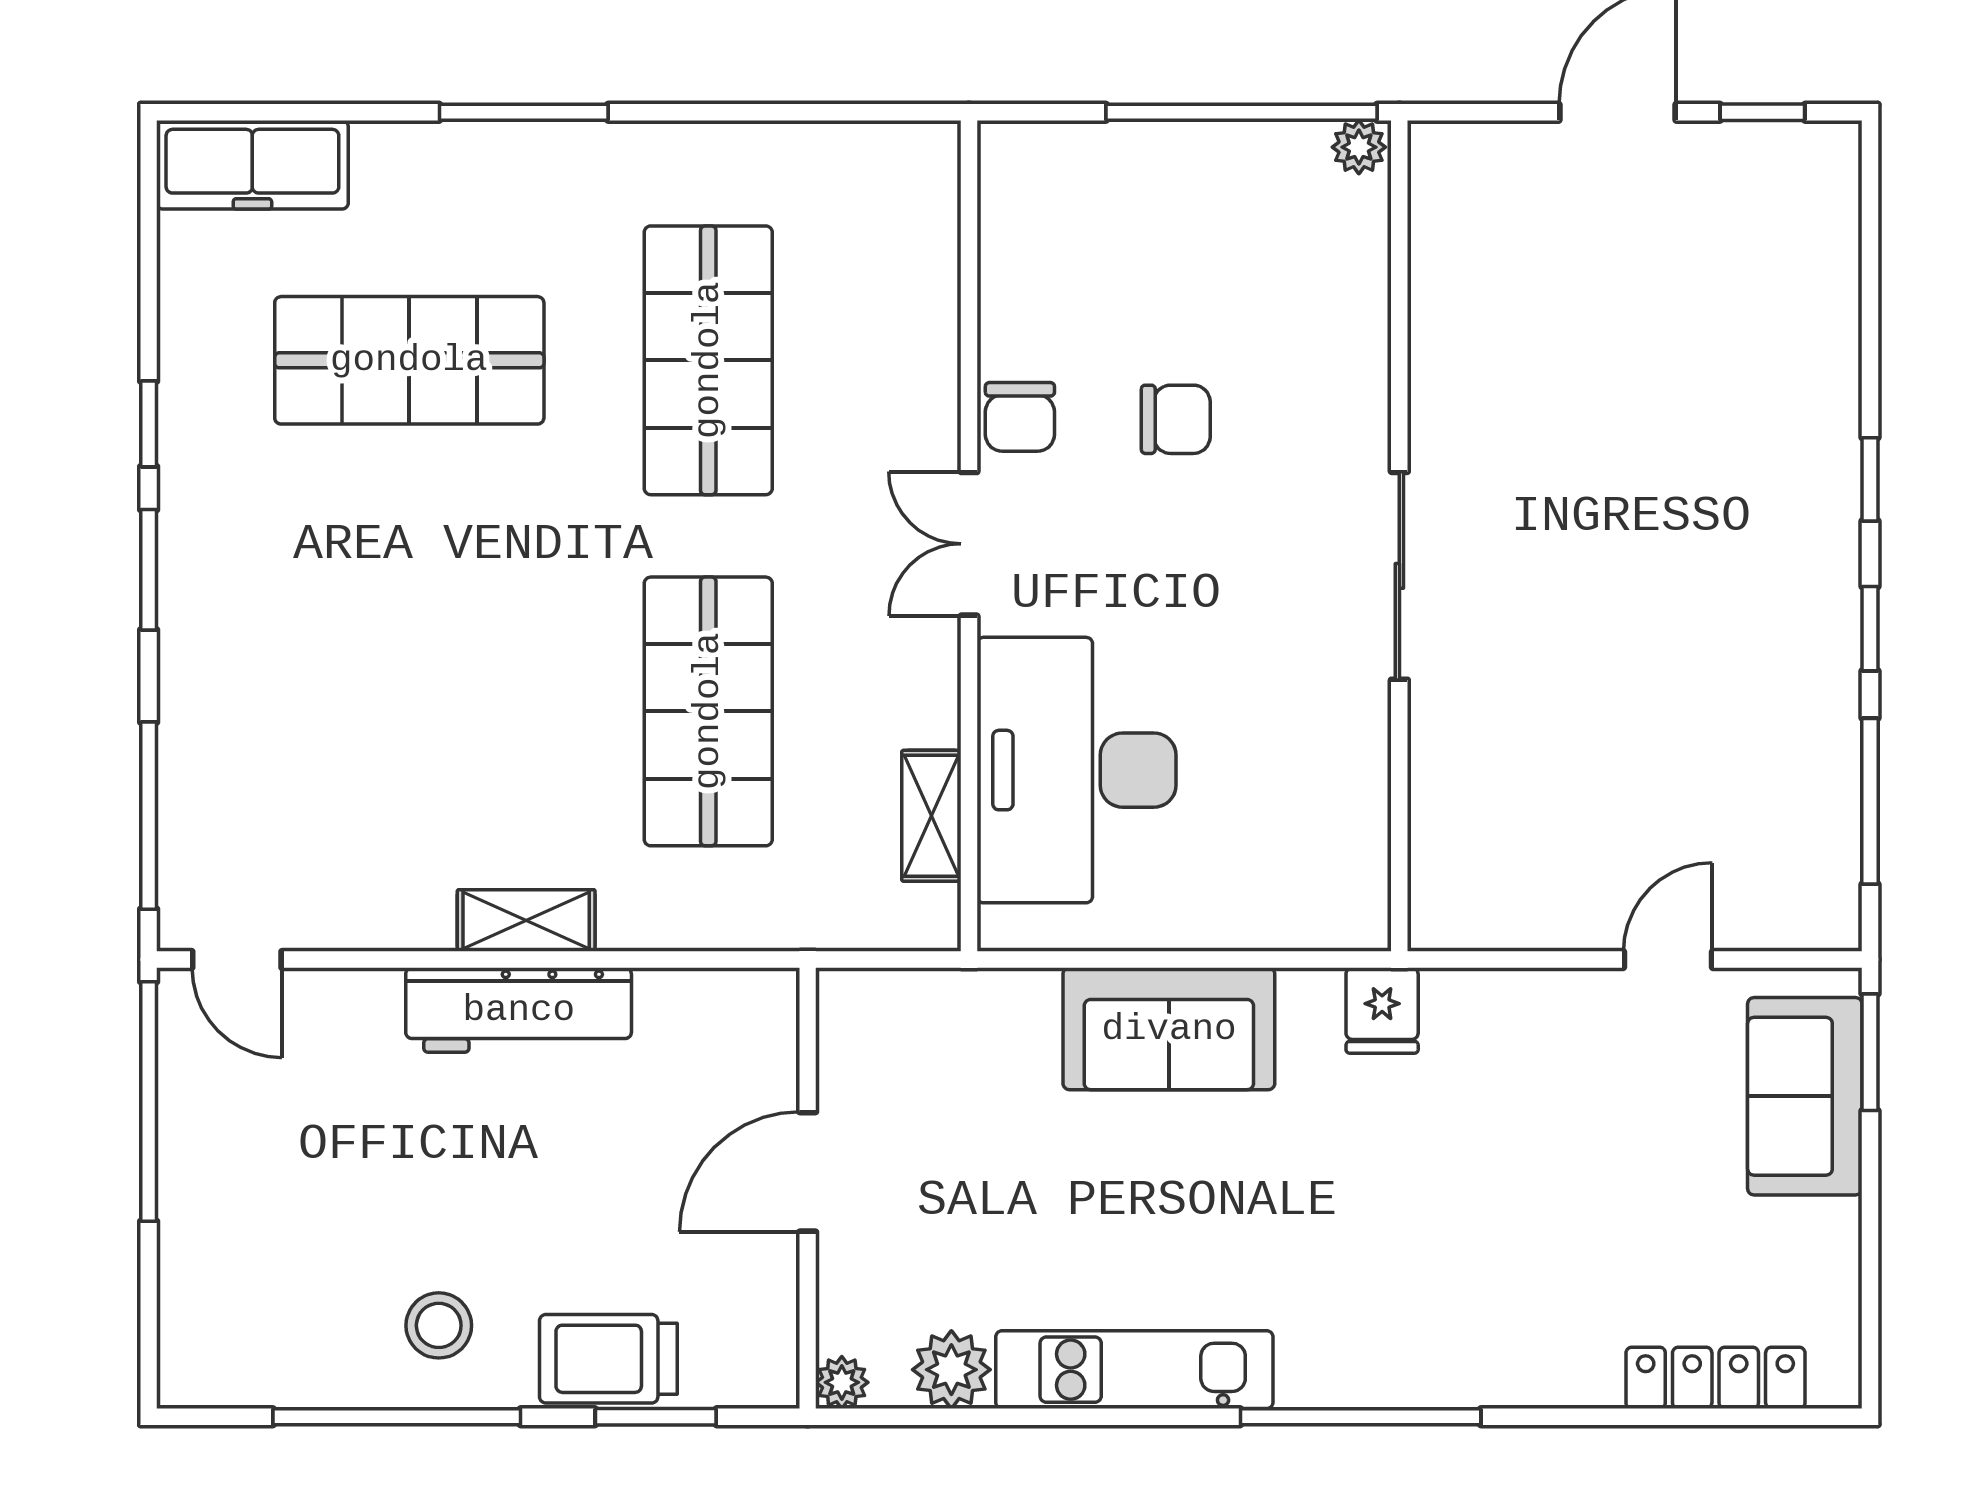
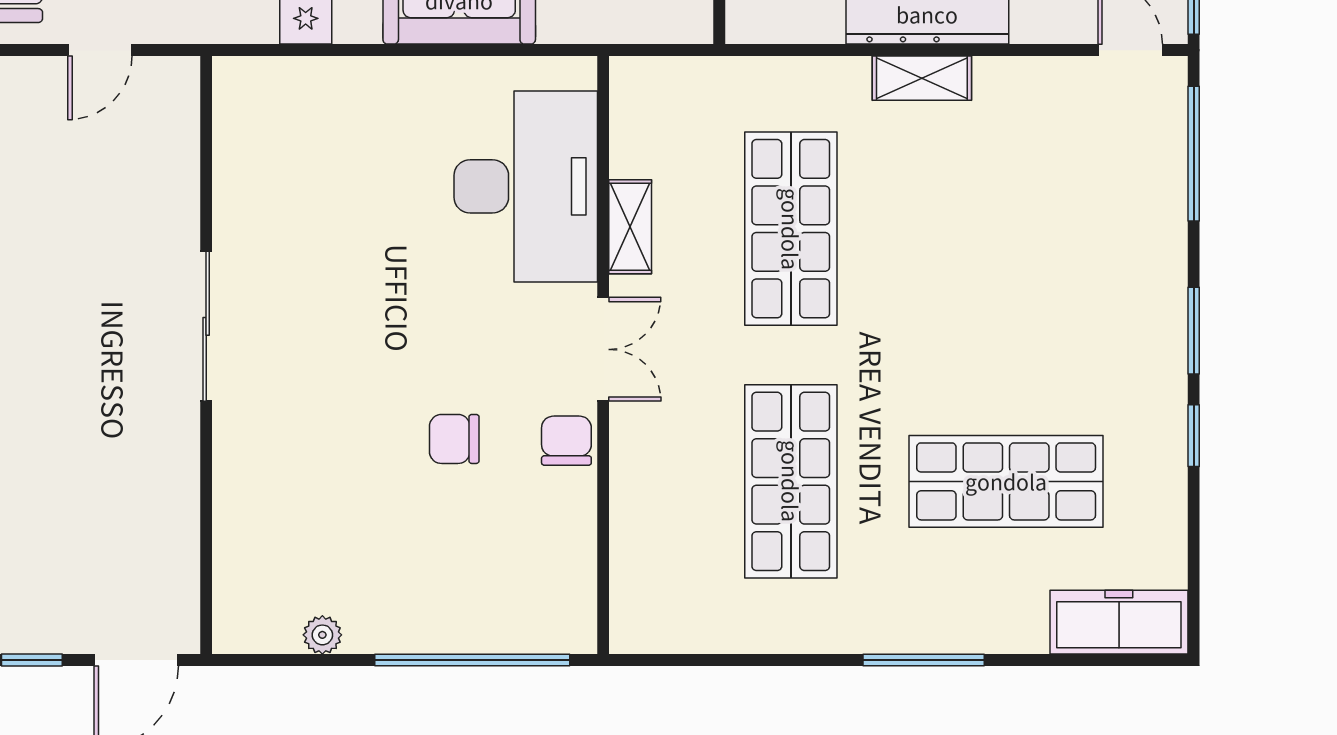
window: (1242, 112) -> (472, 660), moved
wall: (1399, 536) -> (206, 355), moved
sliding door: (1399, 576) -> (206, 326), moved
shelving: (931, 816) -> (630, 227), moved

